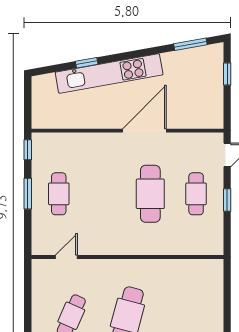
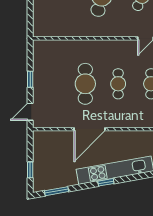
window: (87, 63) -> (106, 182), moved
cafe table: (196, 194) -> (118, 84), moved

